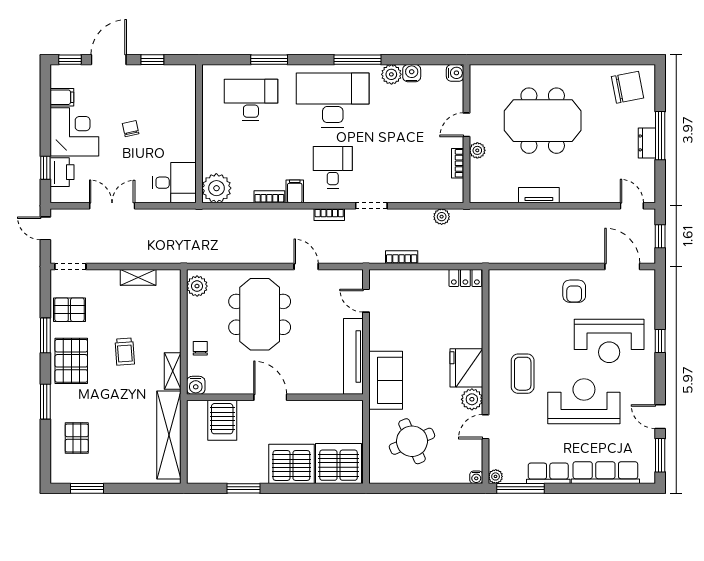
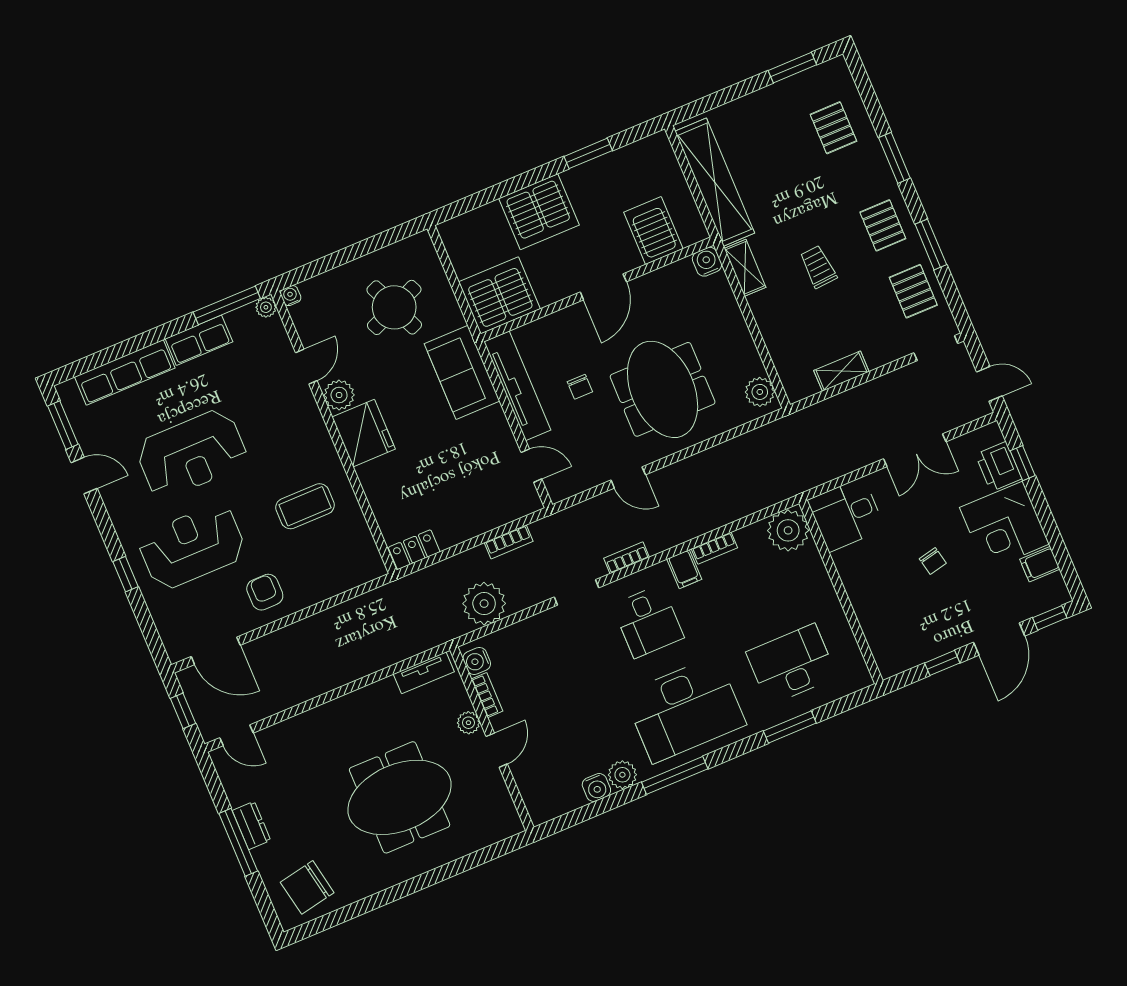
water cooler: (455, 73) -> (477, 661), moved
desk: (251, 100) -> (792, 664), turned 180
tv unit: (539, 195) -> (424, 673), moved
plant: (442, 217) -> (484, 604), width x1.87, depth x1.87
pallet: (69, 310) -> (913, 291), turned 90
chair: (200, 348) -> (580, 387), moved
pallet: (71, 361) -> (883, 225), width x0.67, depth x0.71
coffee table: (523, 374) -> (305, 506), moved, turned 90
door: (270, 397) -> (603, 287), hinge flipped
server rack: (339, 464) -> (499, 295), moved, turned 180

